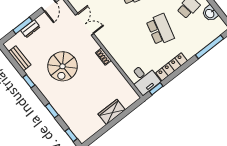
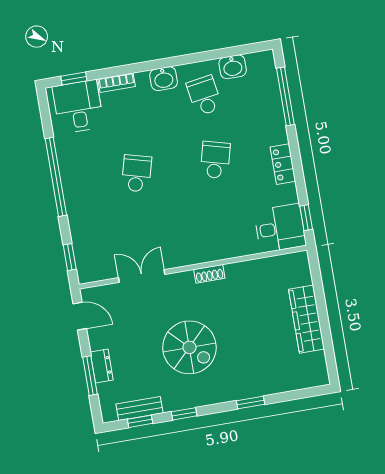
school desk: (160, 29) -> (215, 160), width x0.54
locker: (172, 67) -> (283, 164), width x0.66
wardrobe: (112, 112) -> (306, 319), width x1.50
window: (71, 135) -> (140, 421), moved

